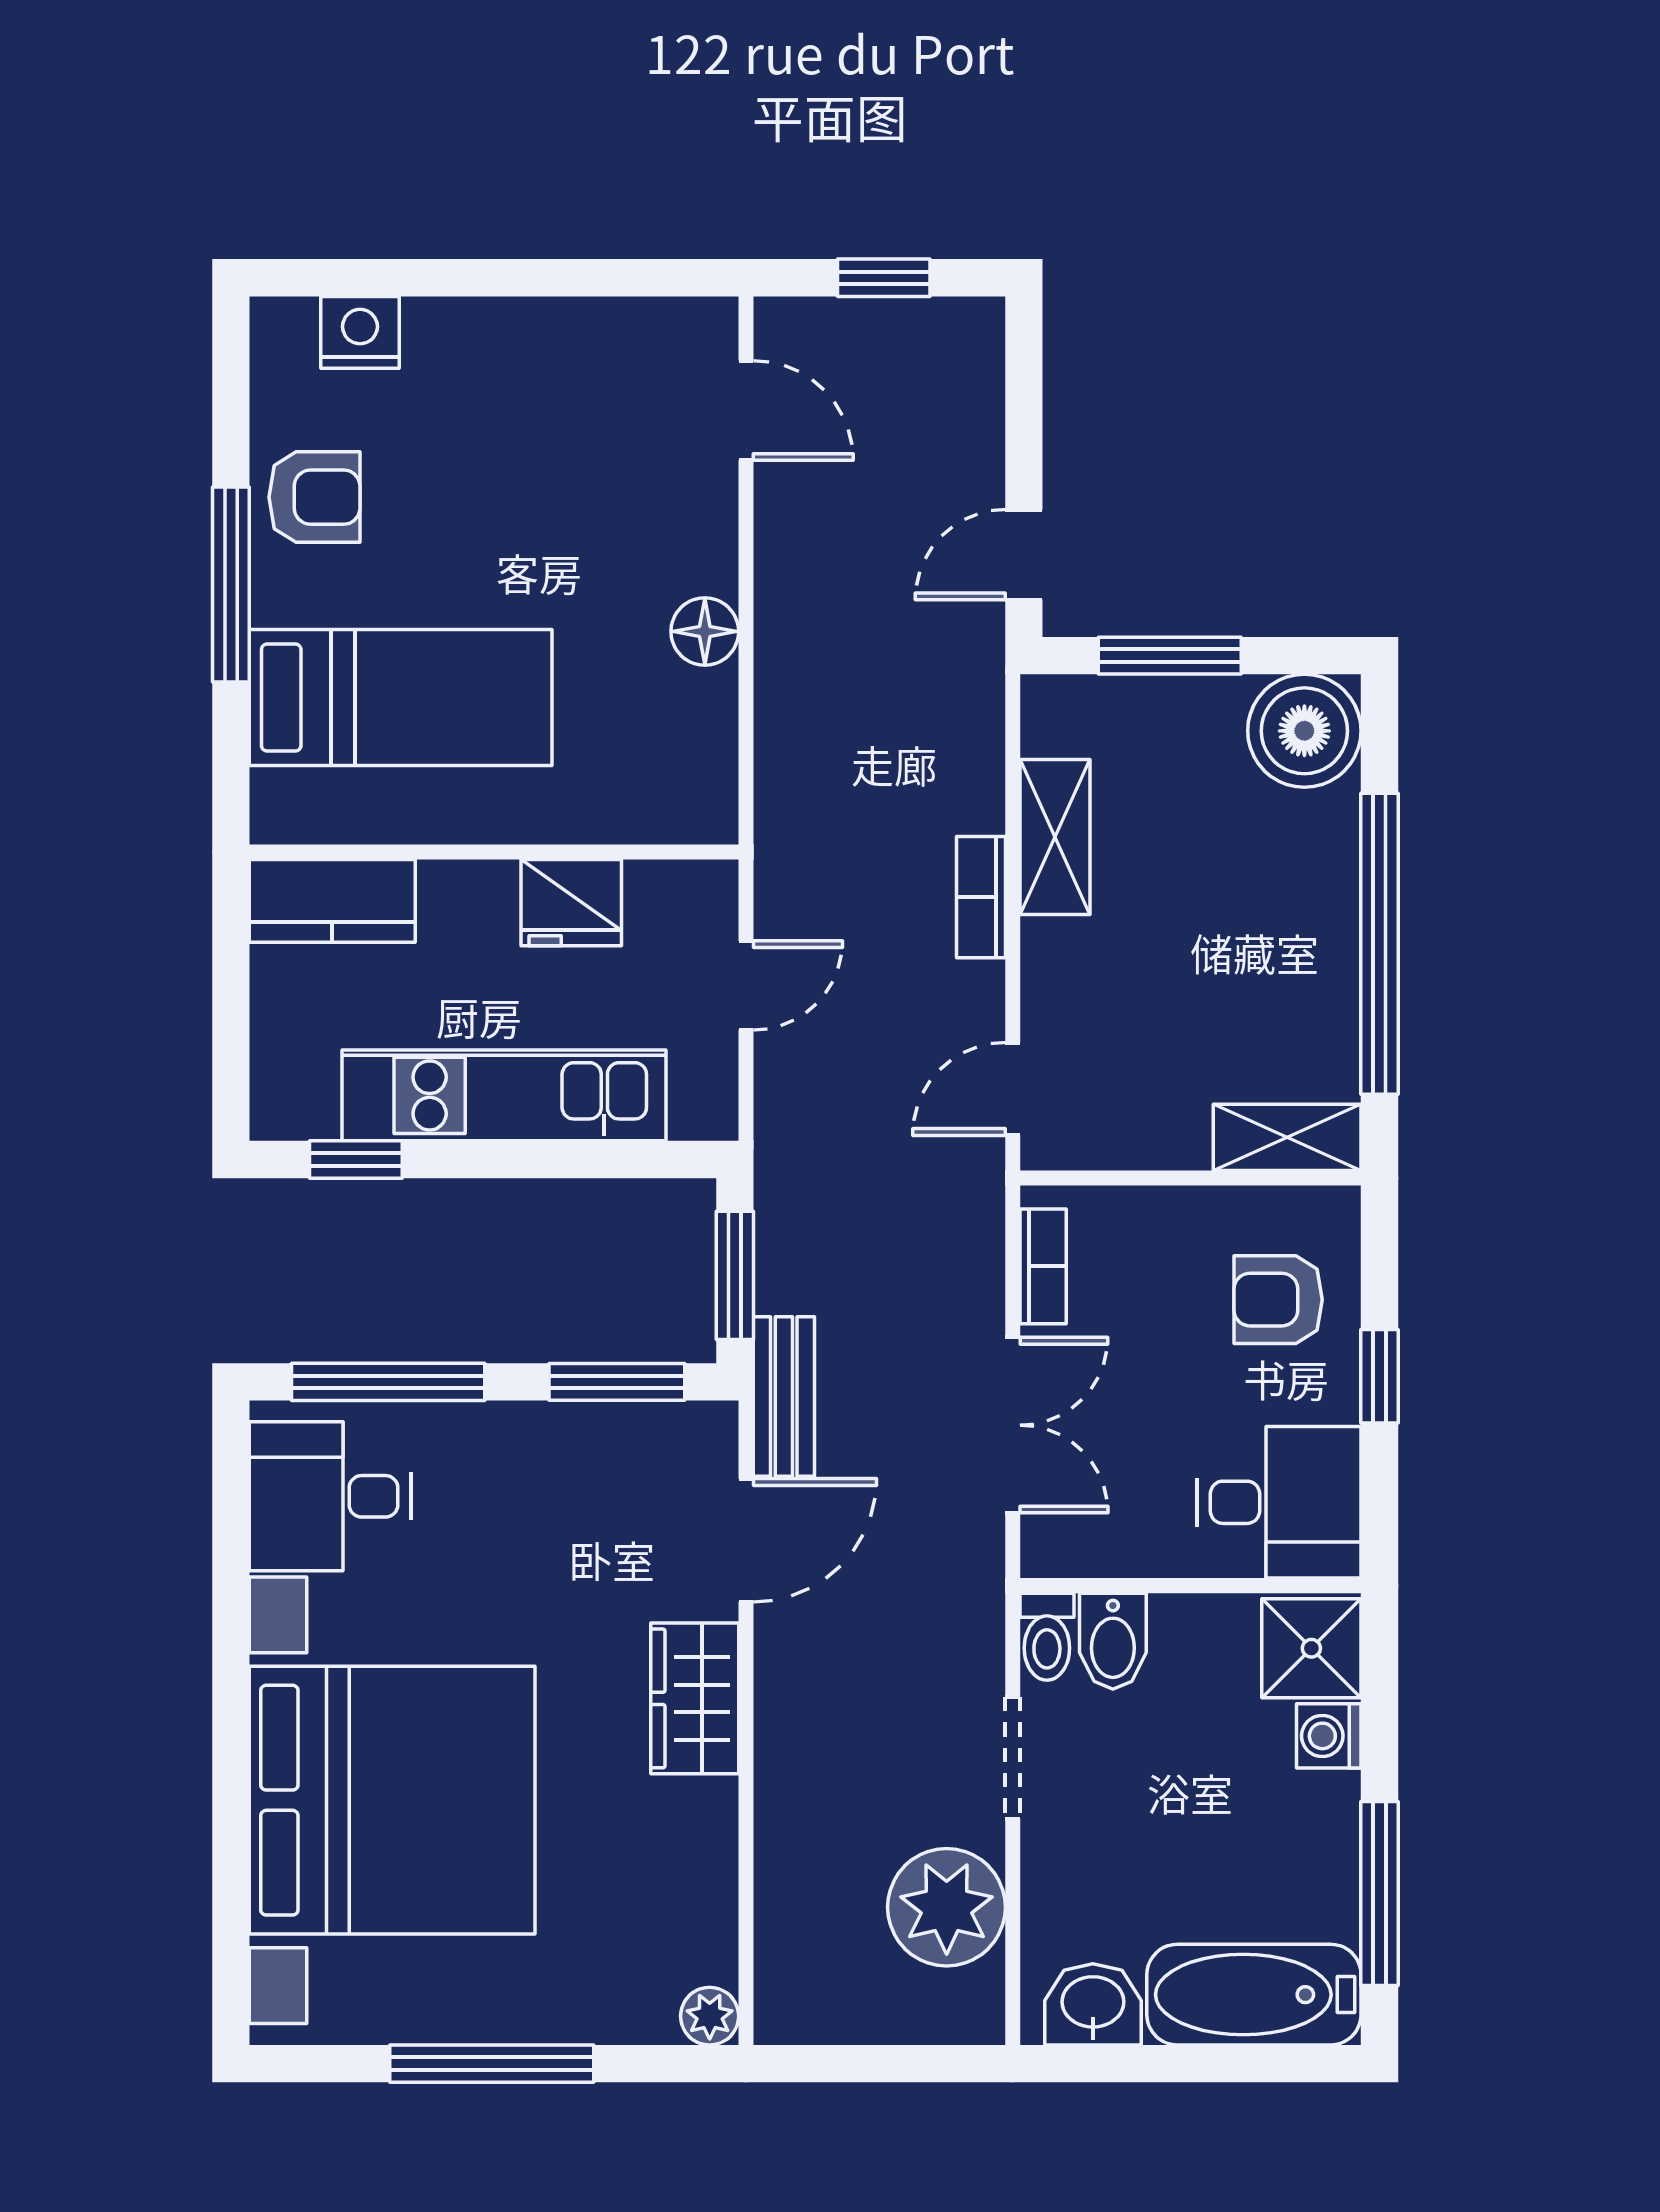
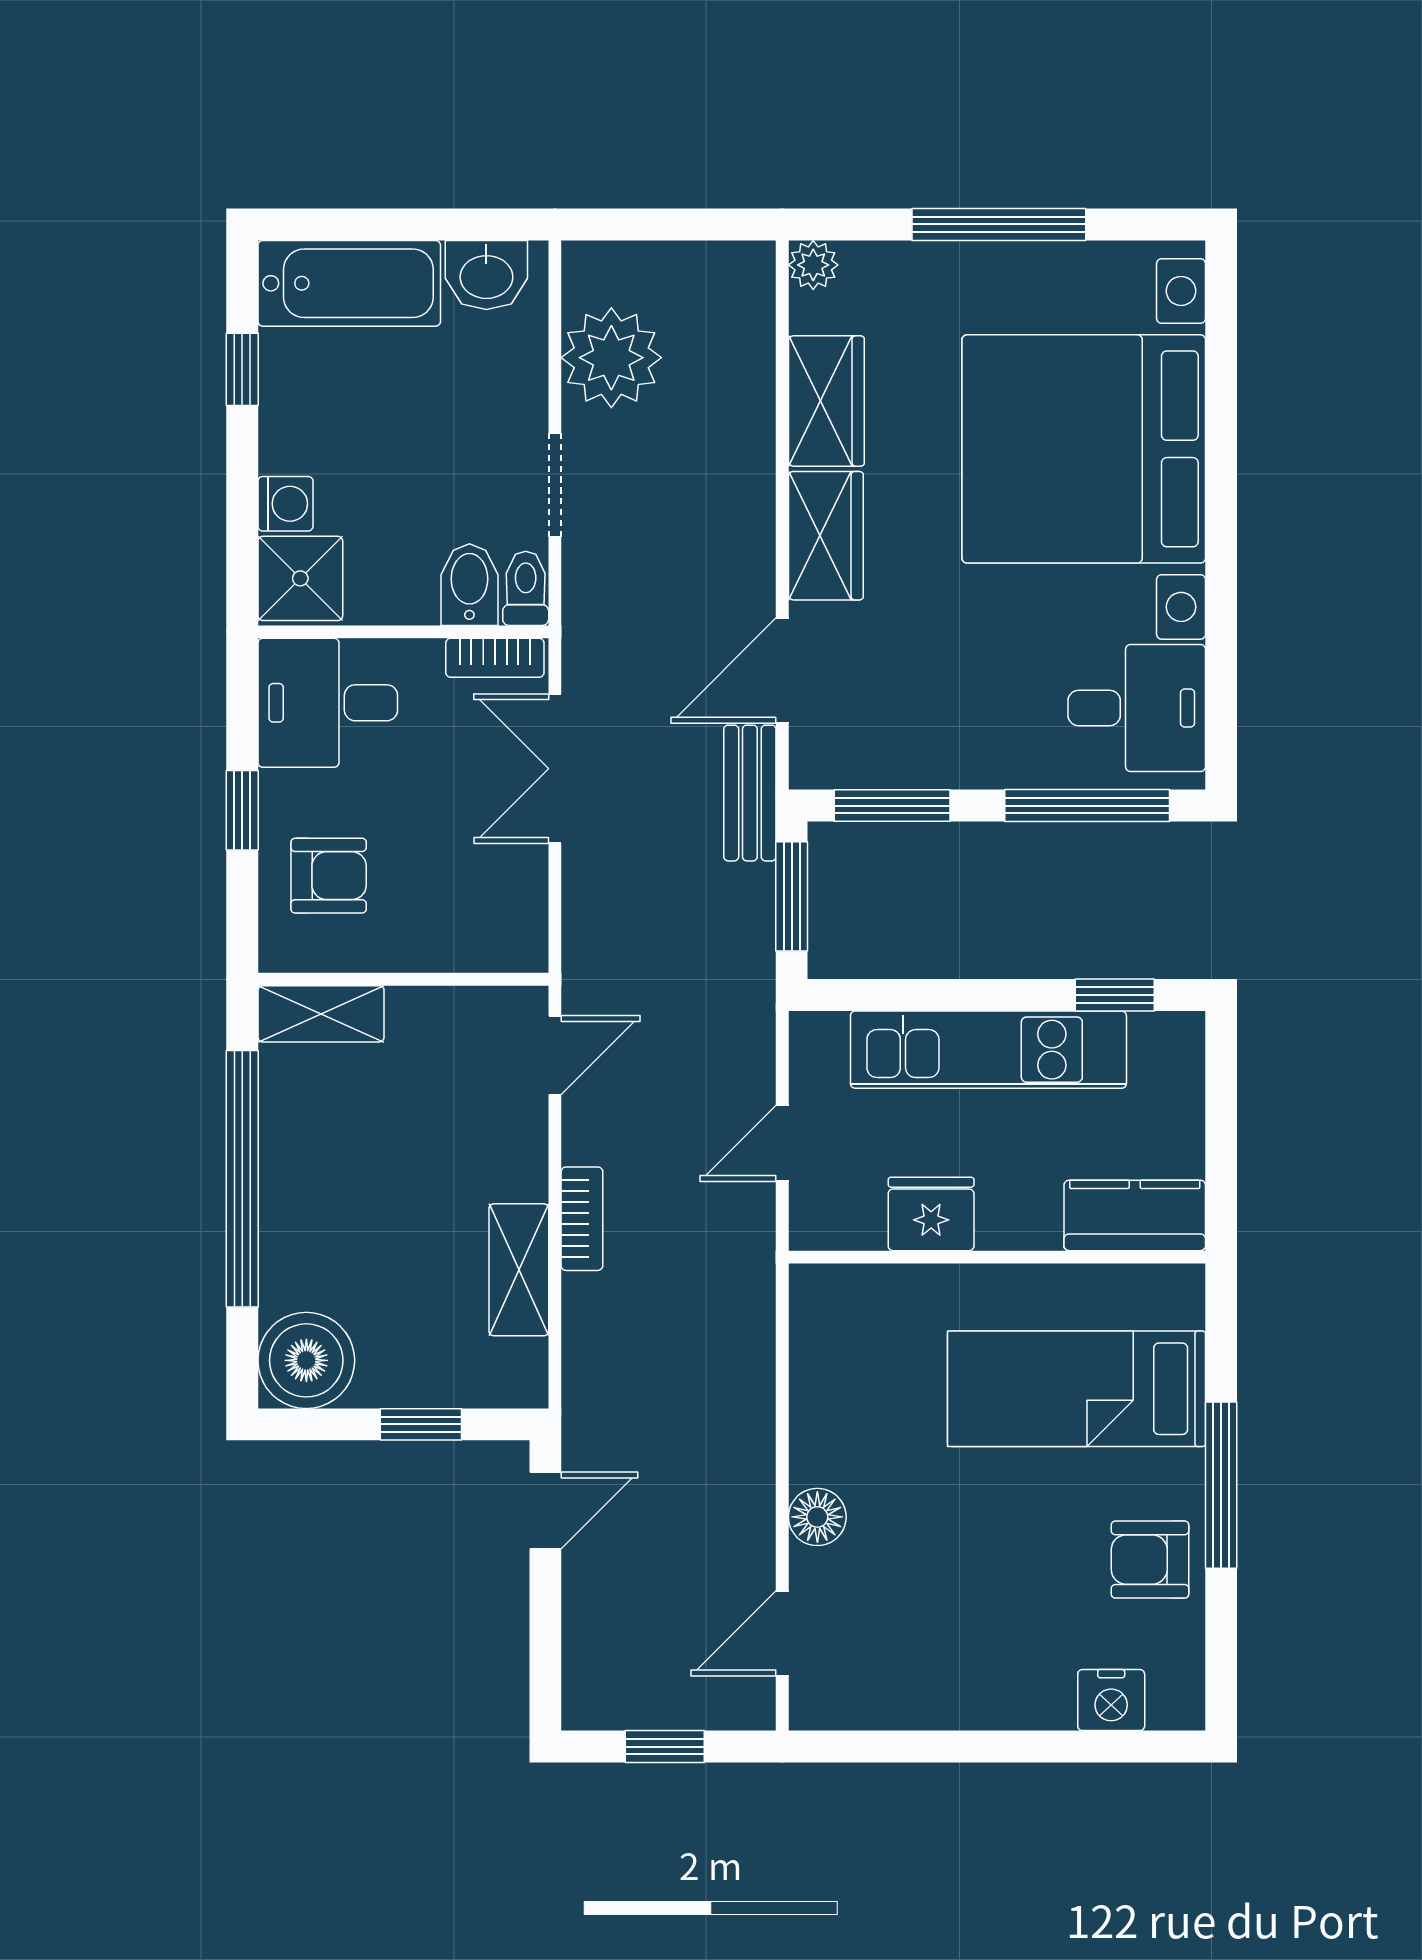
door: (746, 410) -> (782, 1633), hinge flipped
floor lamp: (705, 631) -> (817, 1517), moved
window: (1170, 656) -> (421, 1424), width x0.67
bookcase: (1043, 1266) -> (495, 658), moved, turned -90
wardrobe: (694, 1856) -> (826, 401), added
window: (1379, 1894) -> (242, 369), width x0.46

